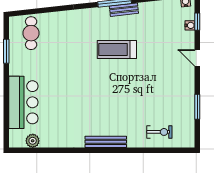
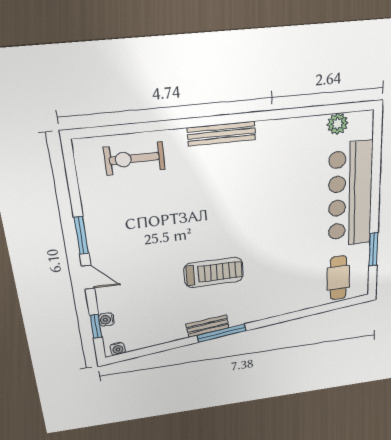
bar counter: (23, 102) -> (350, 195), width x1.36
window: (197, 107) -> (81, 235), moved
exercise bike: (159, 132) -> (134, 158), width x1.38, depth x1.39

